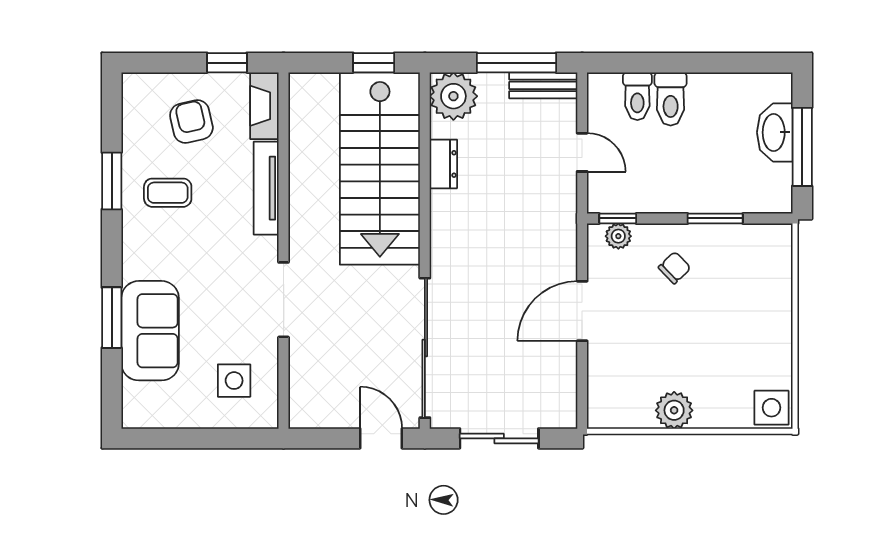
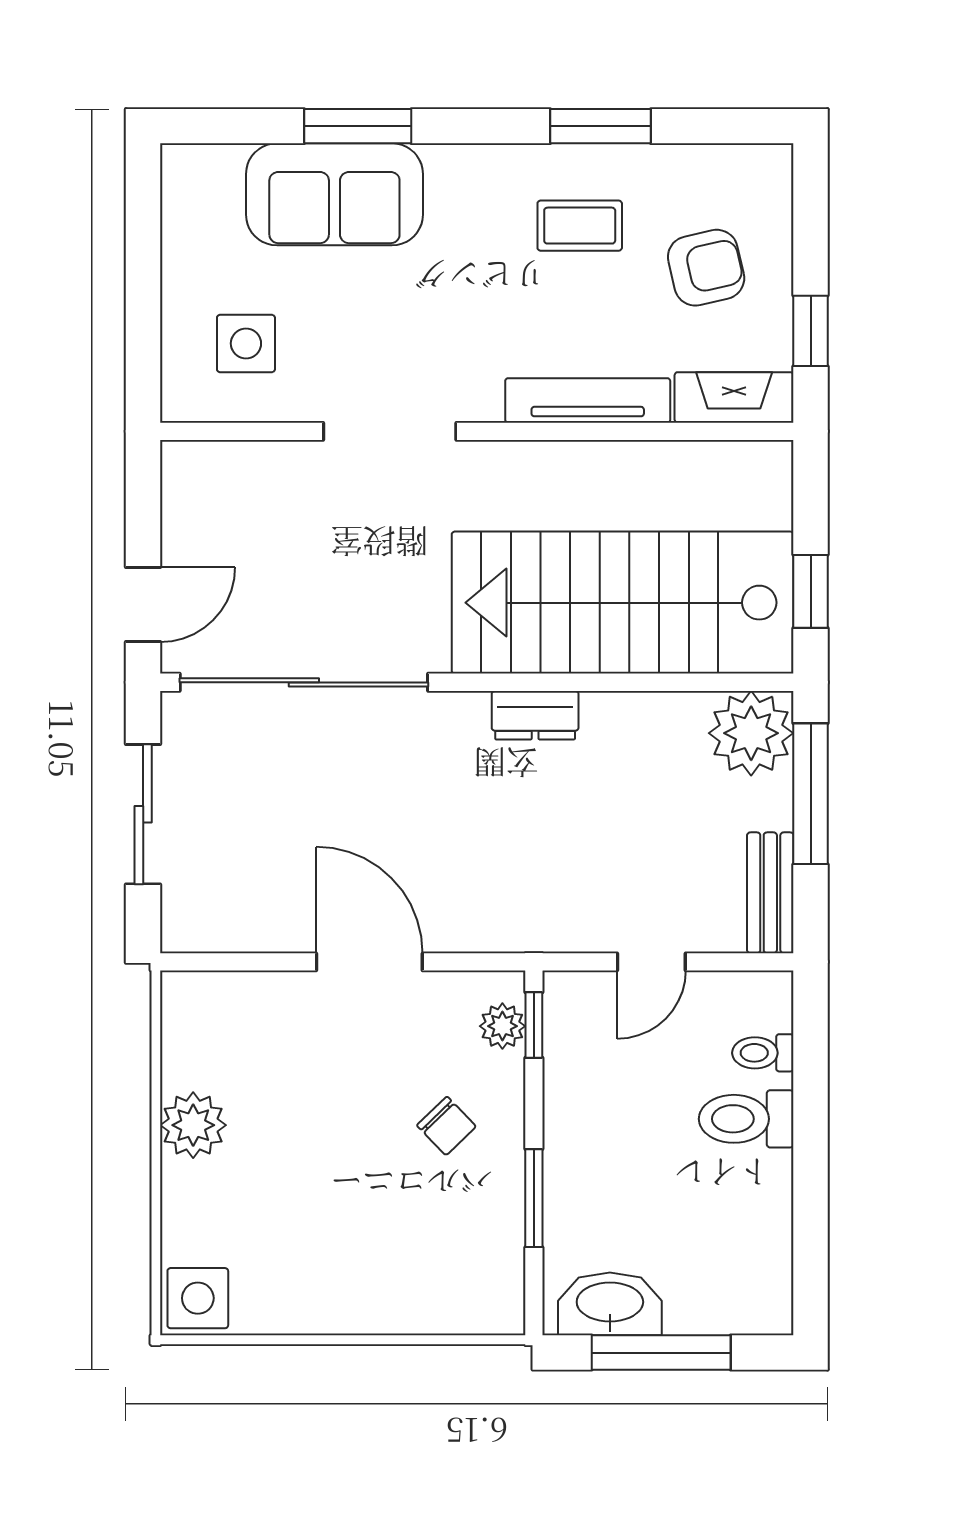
window: (516, 63) -> (811, 794), moved
toilet: (637, 96) -> (763, 1053), width x0.73, depth x0.72
washbasin: (775, 132) -> (610, 1304), moved
dresser: (443, 164) -> (535, 715), moved
coffee table: (168, 193) -> (580, 226), turned 90

